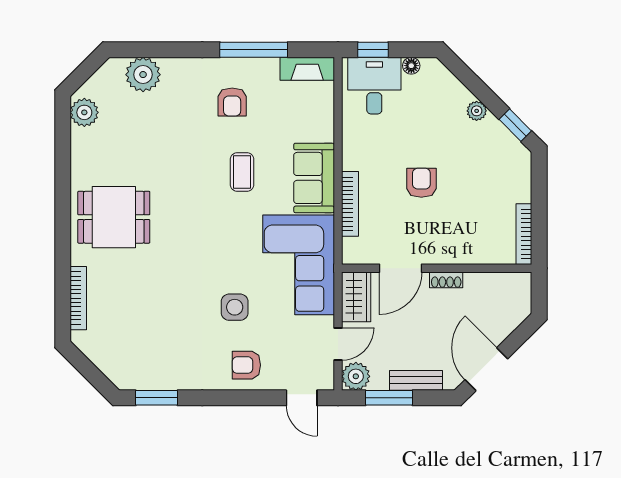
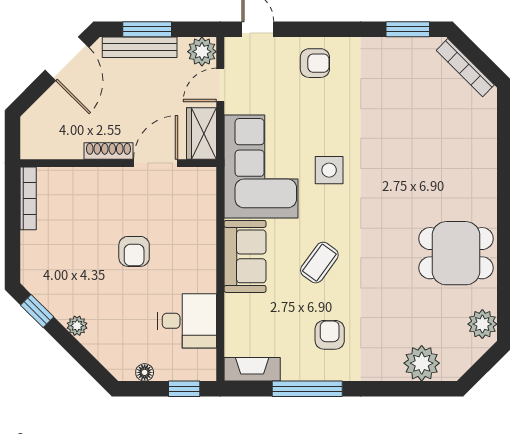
desk: (374, 86) -> (187, 321), moved, turned -90
coffee table: (242, 172) -> (319, 263), turned 36
bookcase: (350, 204) -> (208, 230), removed
dining table: (114, 217) -> (456, 253), moved
shoe rack: (446, 280) -> (108, 151), width x1.43
bookcase: (78, 298) -> (465, 68), moved, turned -45
side table: (235, 307) -> (329, 170), moved
bench: (416, 380) -> (140, 47), width x1.36
window: (389, 398) -> (147, 29), moved

